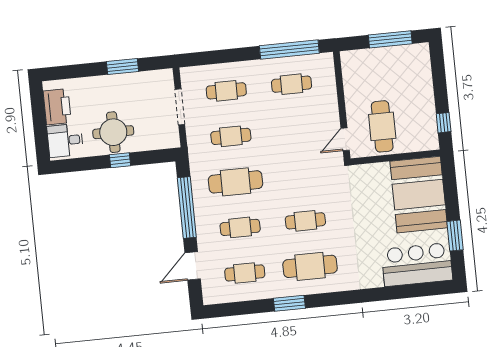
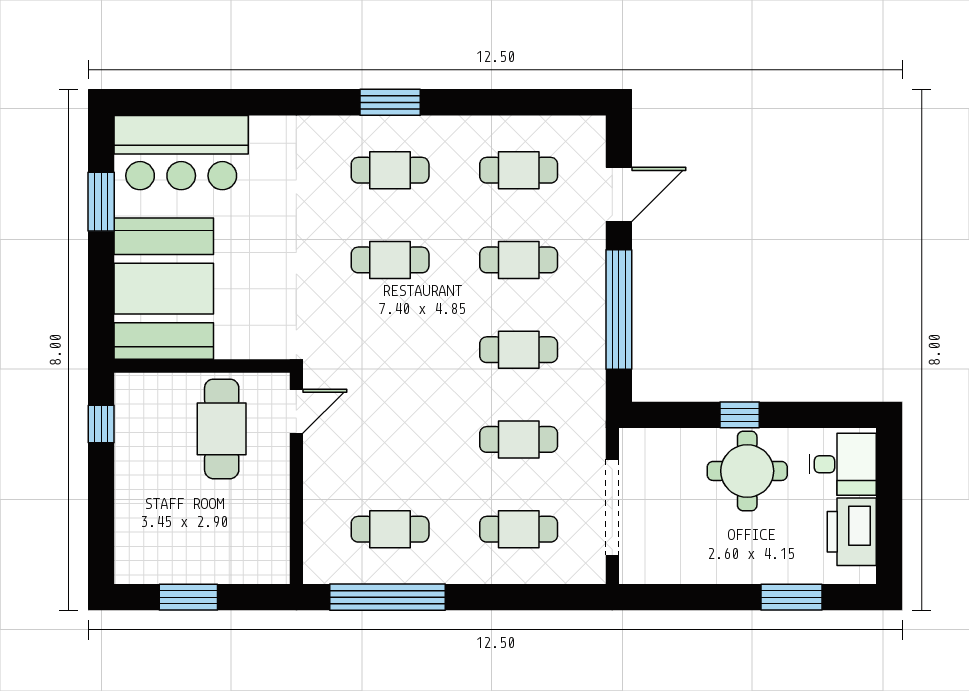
window: (390, 39) -> (188, 597), width x0.69
window: (122, 67) -> (791, 597), moved
doorway: (180, 107) -> (612, 507), width x1.36
cafe table: (236, 182) -> (519, 350), width x0.73, depth x0.74
cafe table: (310, 266) -> (390, 170), width x0.73, depth x0.74
window: (289, 303) -> (390, 102), moved

